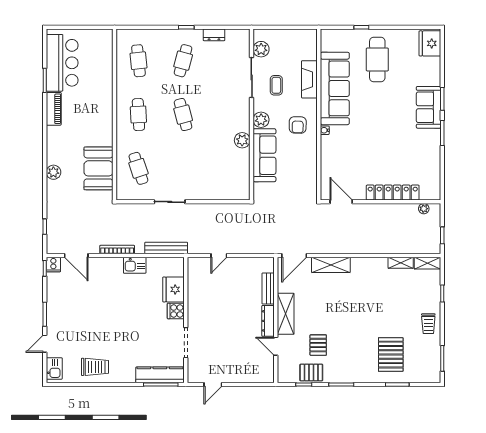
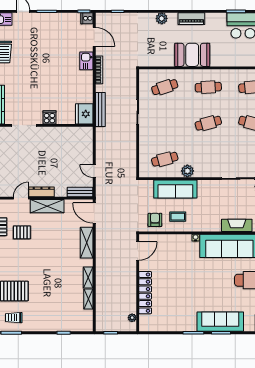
coffee table: (276, 85) -> (178, 217), moved
sofa: (429, 107) -> (220, 322), width x1.36
piano: (54, 109) -> (191, 19), moved
plant: (261, 120) -> (204, 186), removed
armchair: (298, 125) -> (155, 220), moved, turned 89
booth: (98, 168) -> (192, 55), moved
cafe table: (228, 168) -> (165, 159), added
door: (76, 256) -> (94, 37), swing flipped
door: (219, 256) -> (94, 171), moved
shelving: (428, 263) -> (88, 277), moved
kitchen sink: (135, 265) -> (86, 61), moved
fridge: (173, 289) -> (84, 114), moved, turned -90
bench: (268, 289) -> (80, 192), moved
trolley: (428, 324) -> (14, 318), moved

